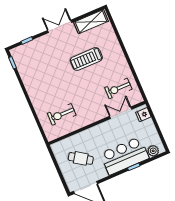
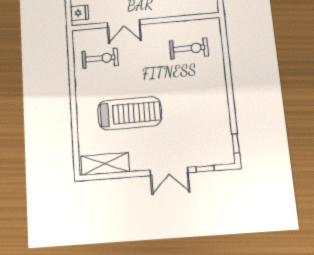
double door: (60, 26) -> (169, 171), moved
treadmill: (86, 59) -> (130, 113), width x1.37, depth x1.37
double door: (121, 113) -> (124, 24), moved

